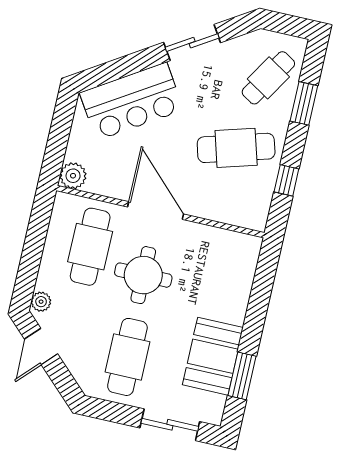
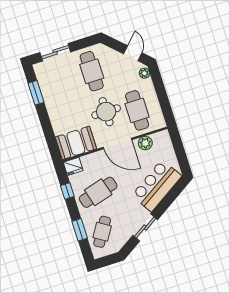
plant: (73, 176) -> (145, 143), moved
fridge: (252, 216) -> (73, 166), added
booth: (213, 356) -> (76, 143), moved, turned 90

